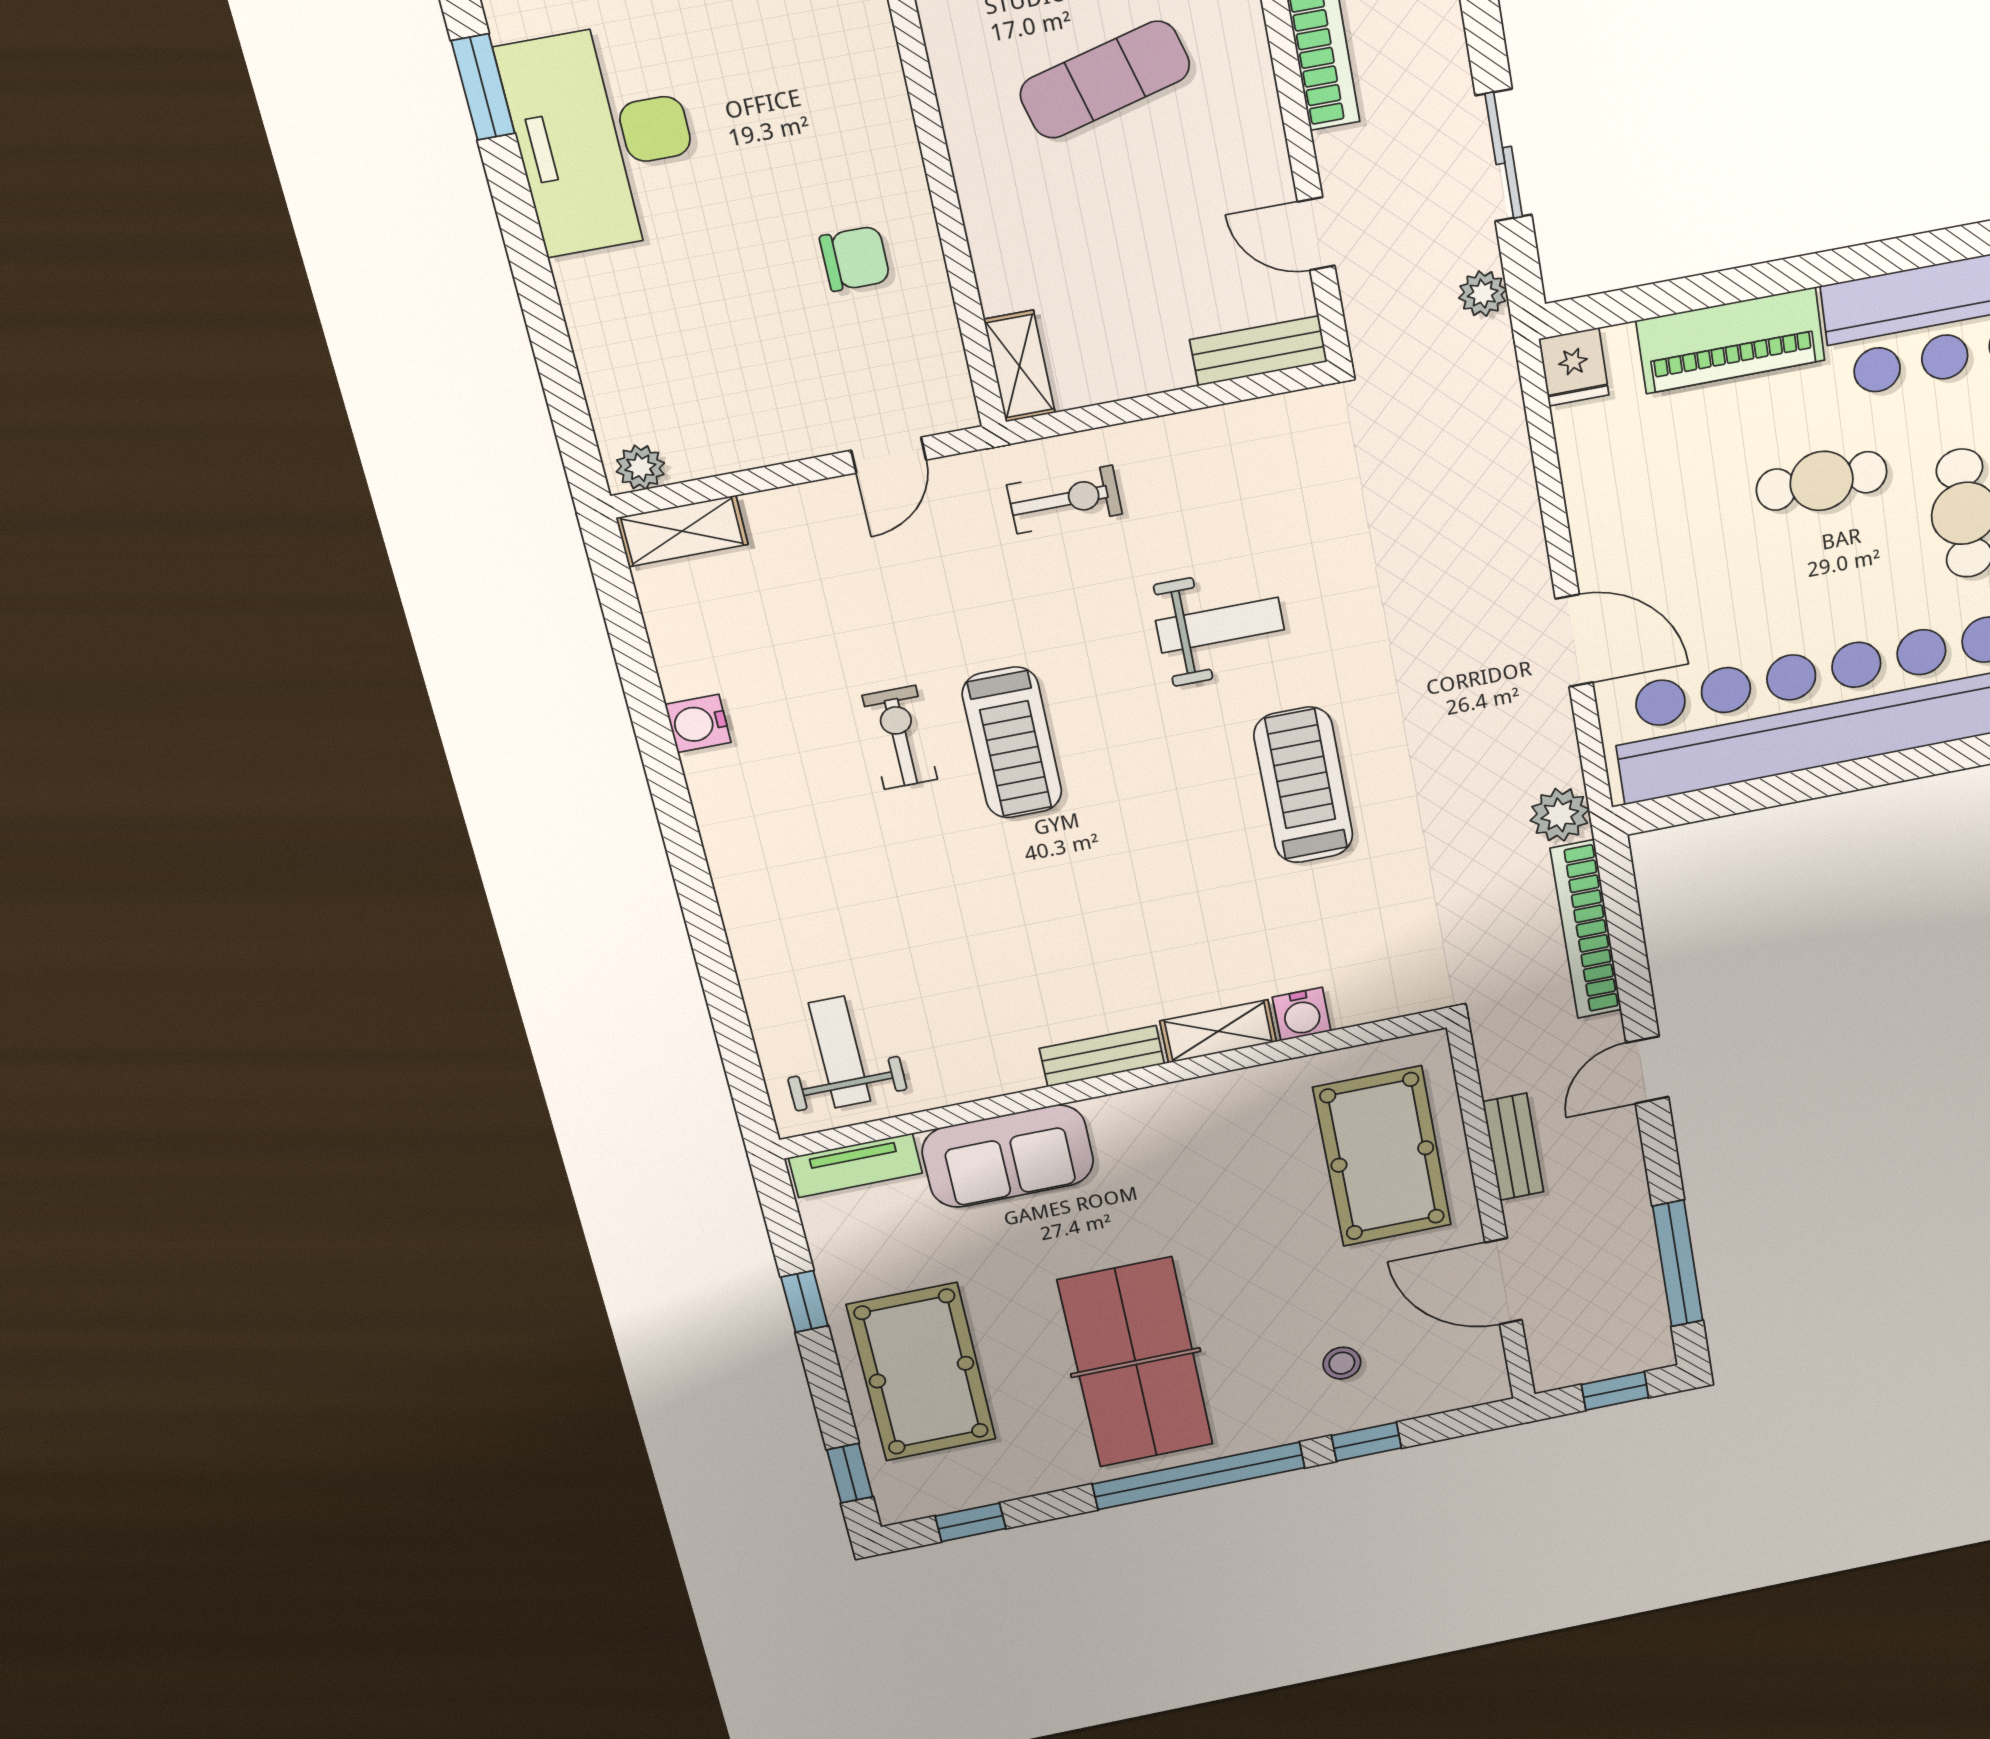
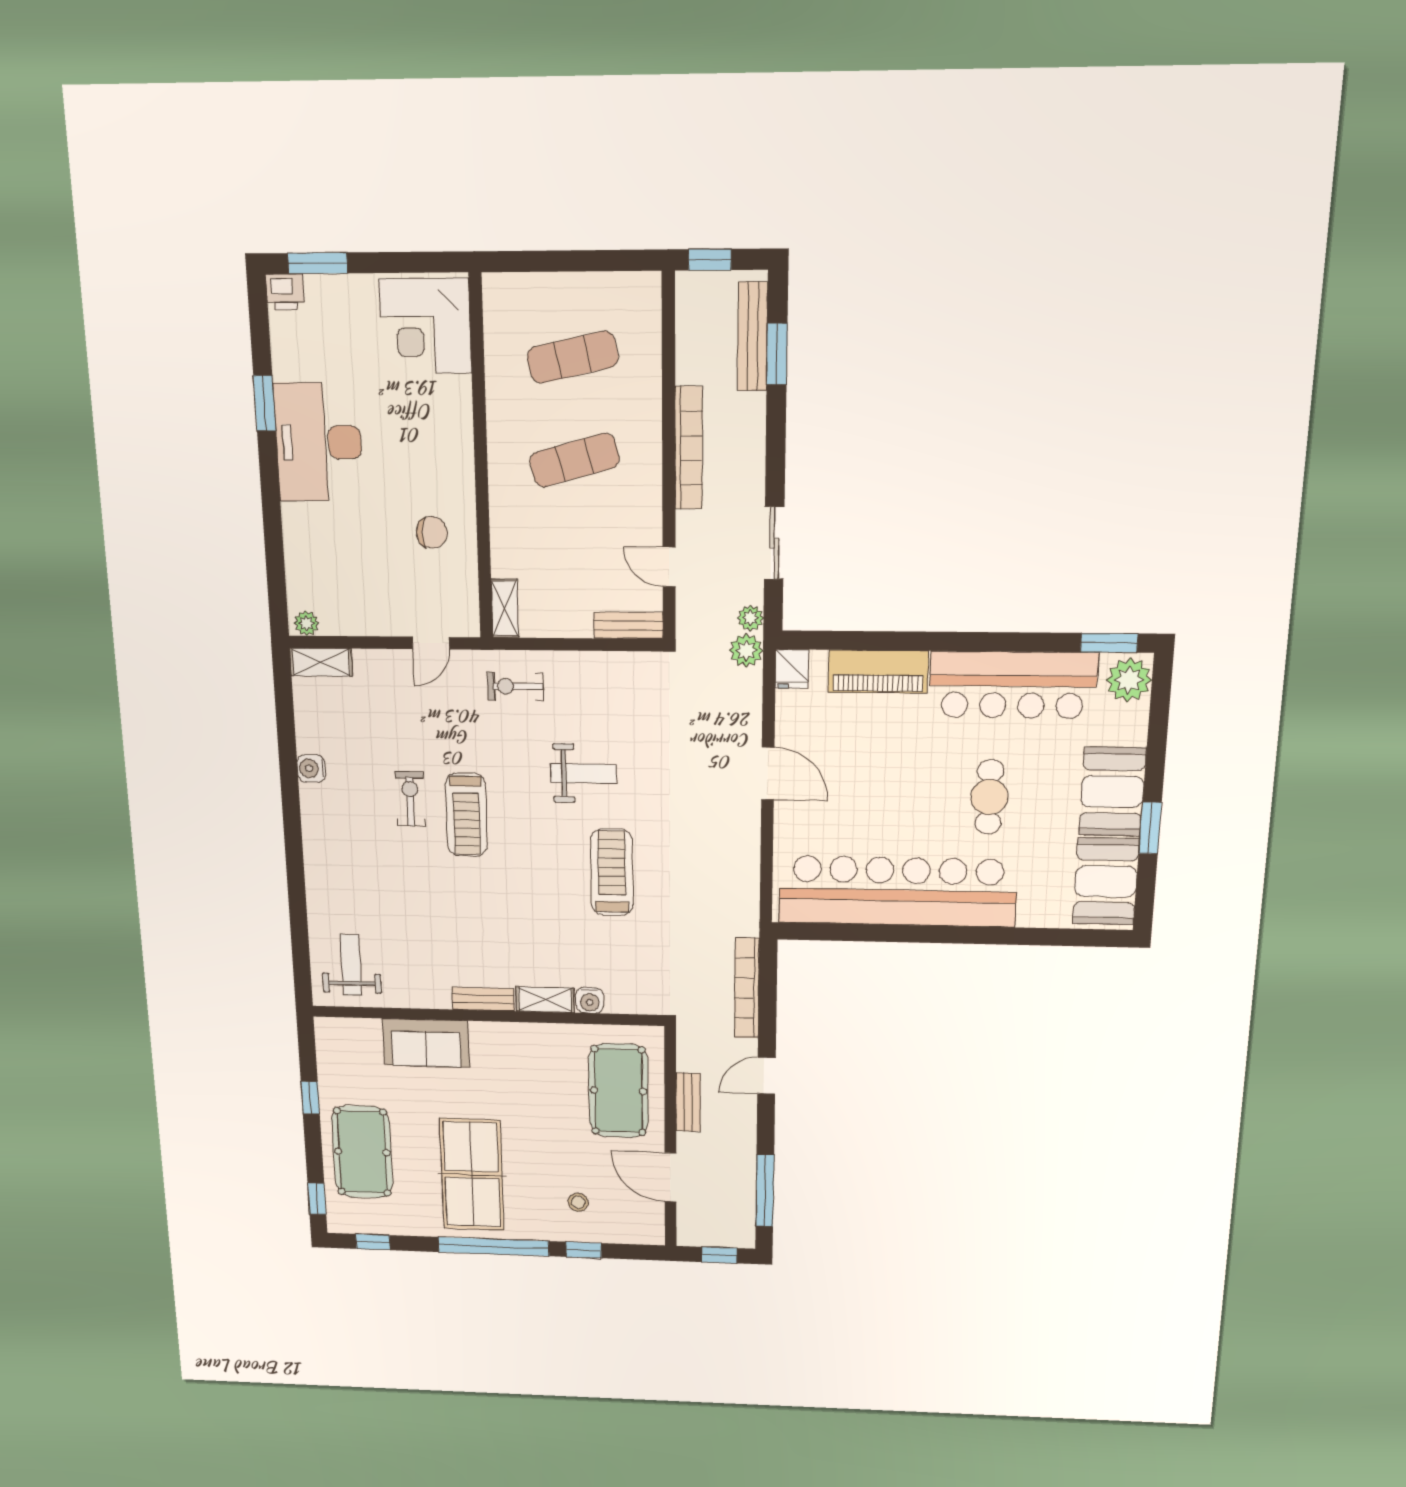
cafe table: (1822, 481) -> (914, 762), removed
exercise bike: (1065, 499) -> (515, 686), turned 180
door: (1574, 641) -> (768, 773), moved
plant: (1560, 815) -> (746, 650), moved
tv unit: (855, 1165) -> (348, 1029), removed

